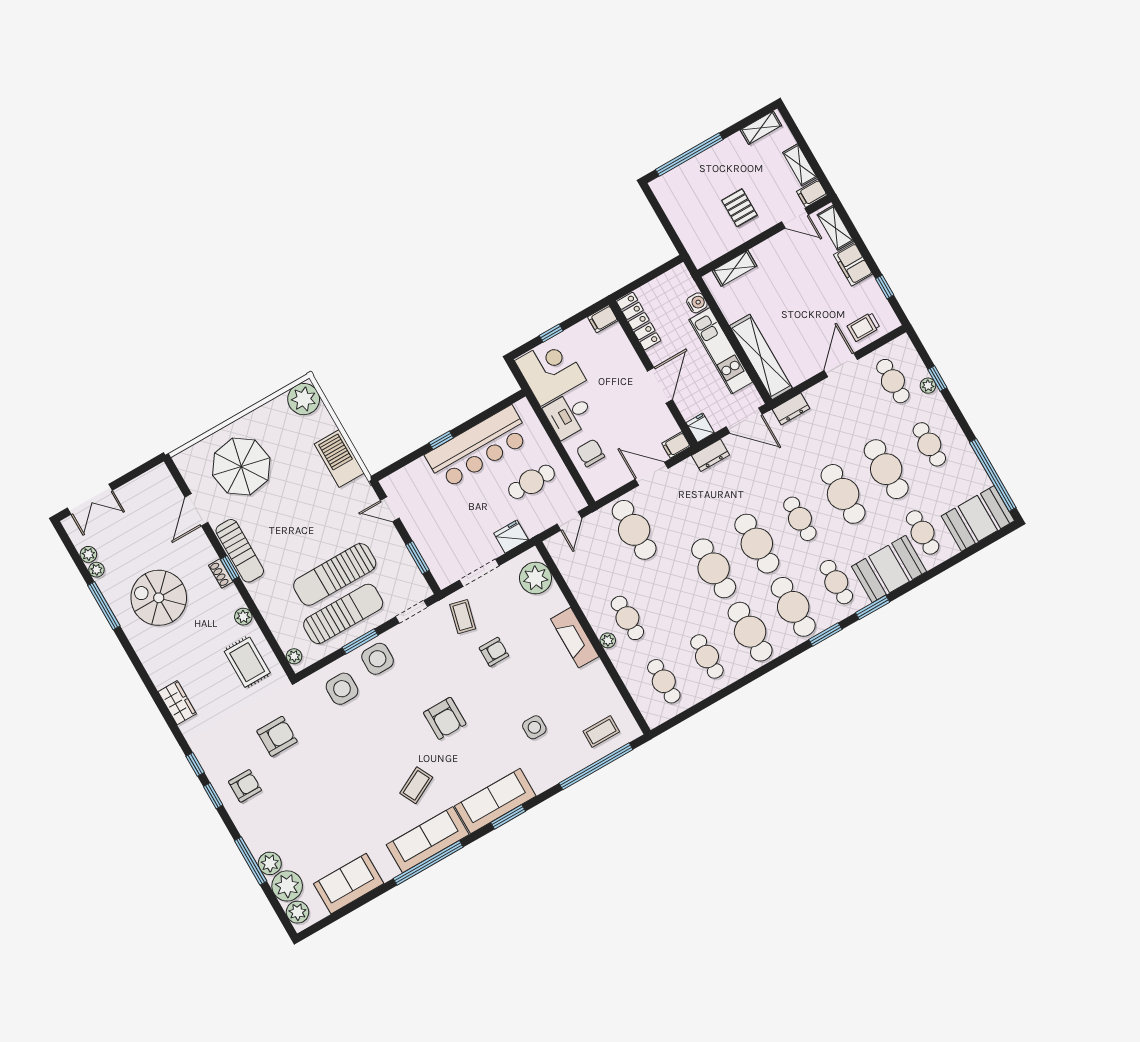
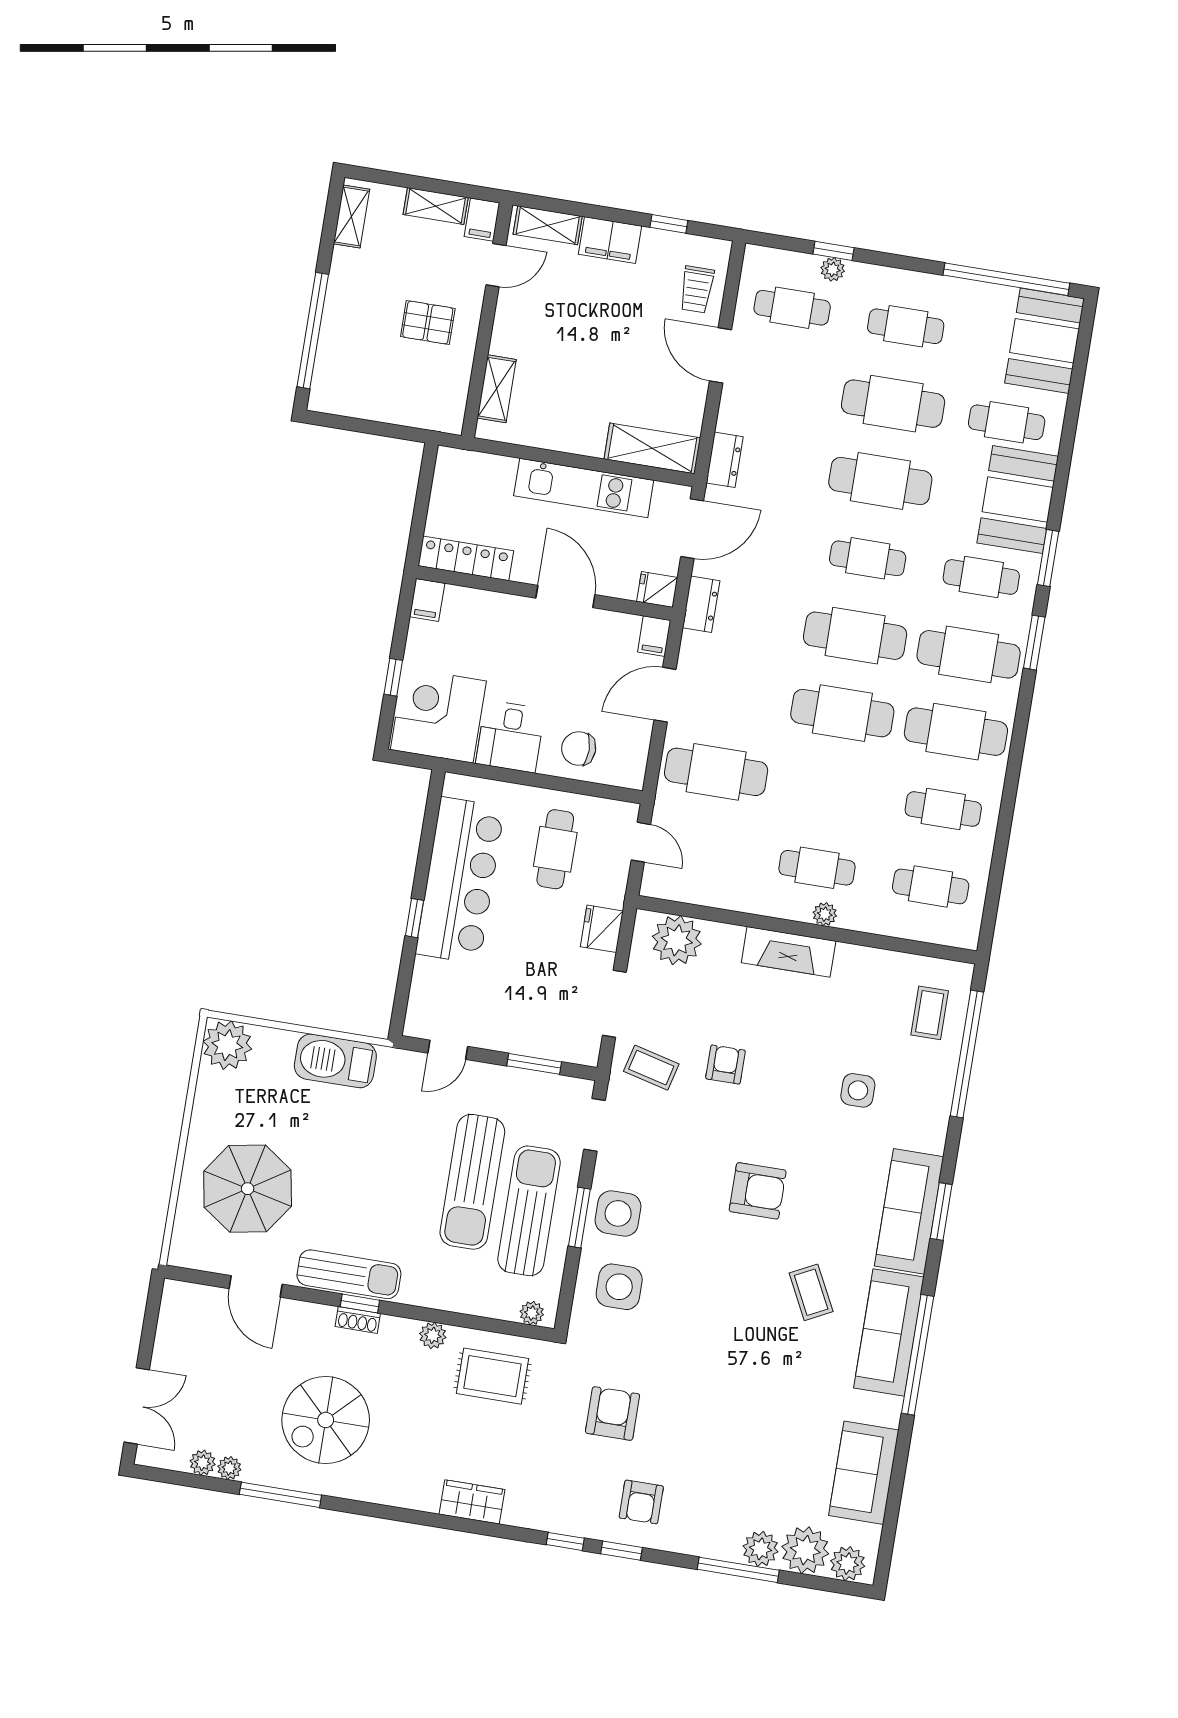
water cooler: (697, 303) -> (501, 469), removed
shelving: (761, 357) -> (652, 448), width x0.68
armchair: (245, 786) -> (641, 1502), turned 180

